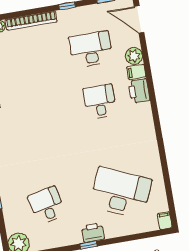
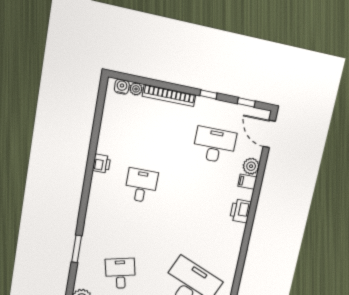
printer: (139, 91) -> (240, 211), moved
desk: (100, 102) -> (141, 186), moved

